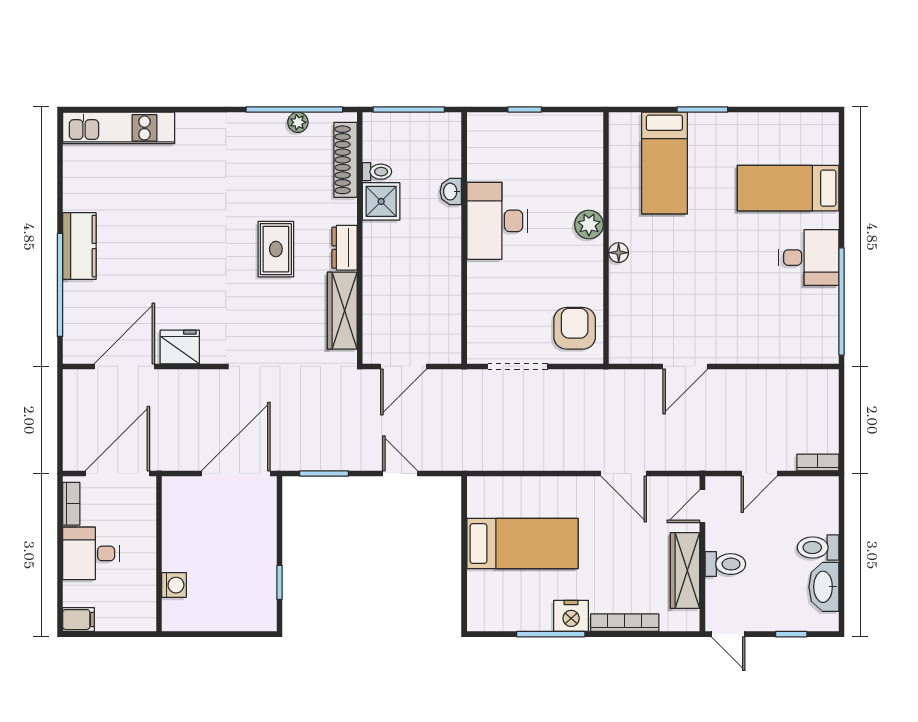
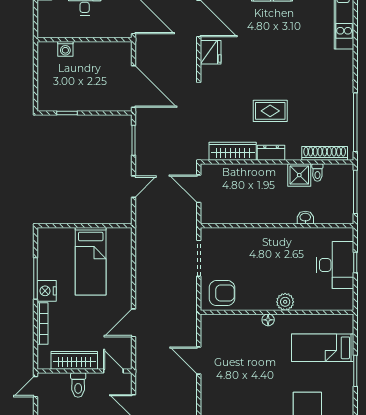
plant: (298, 122) -> (348, 124), removed
desk: (497, 221) -> (335, 265), moved, turned 90

